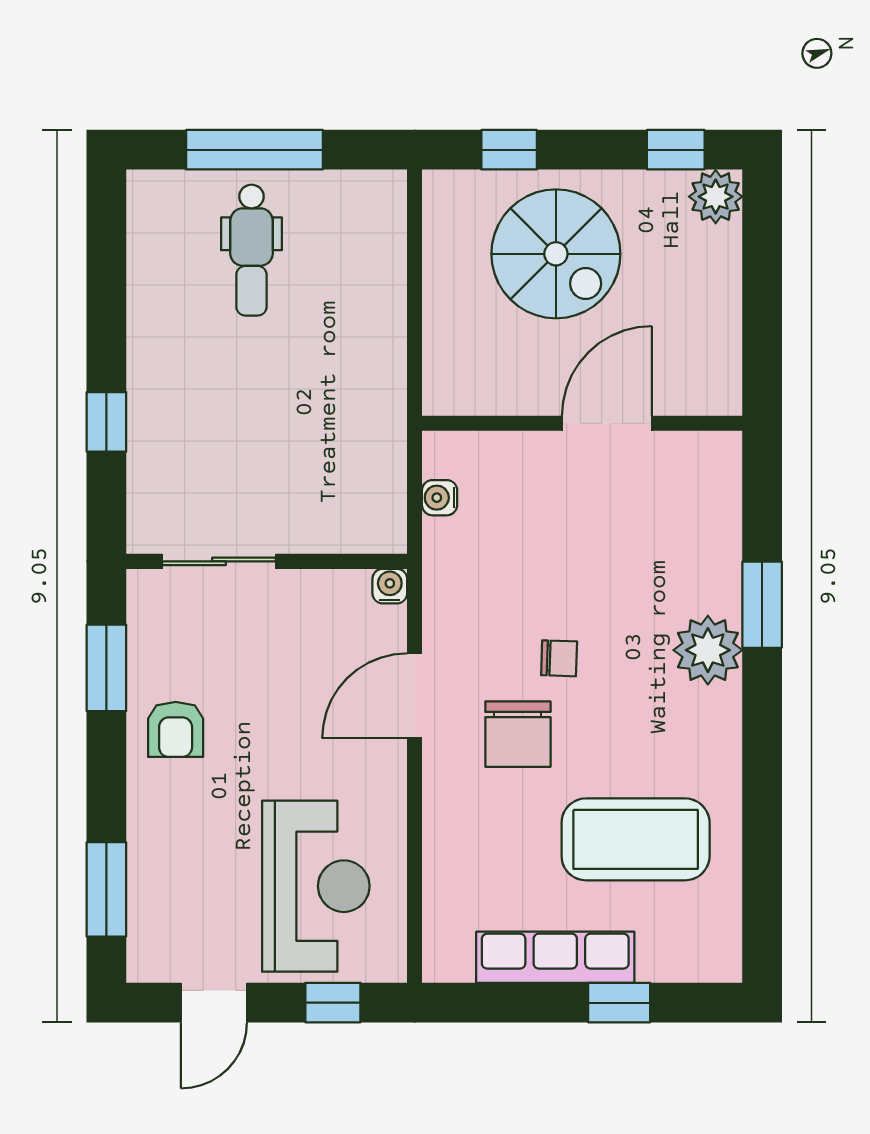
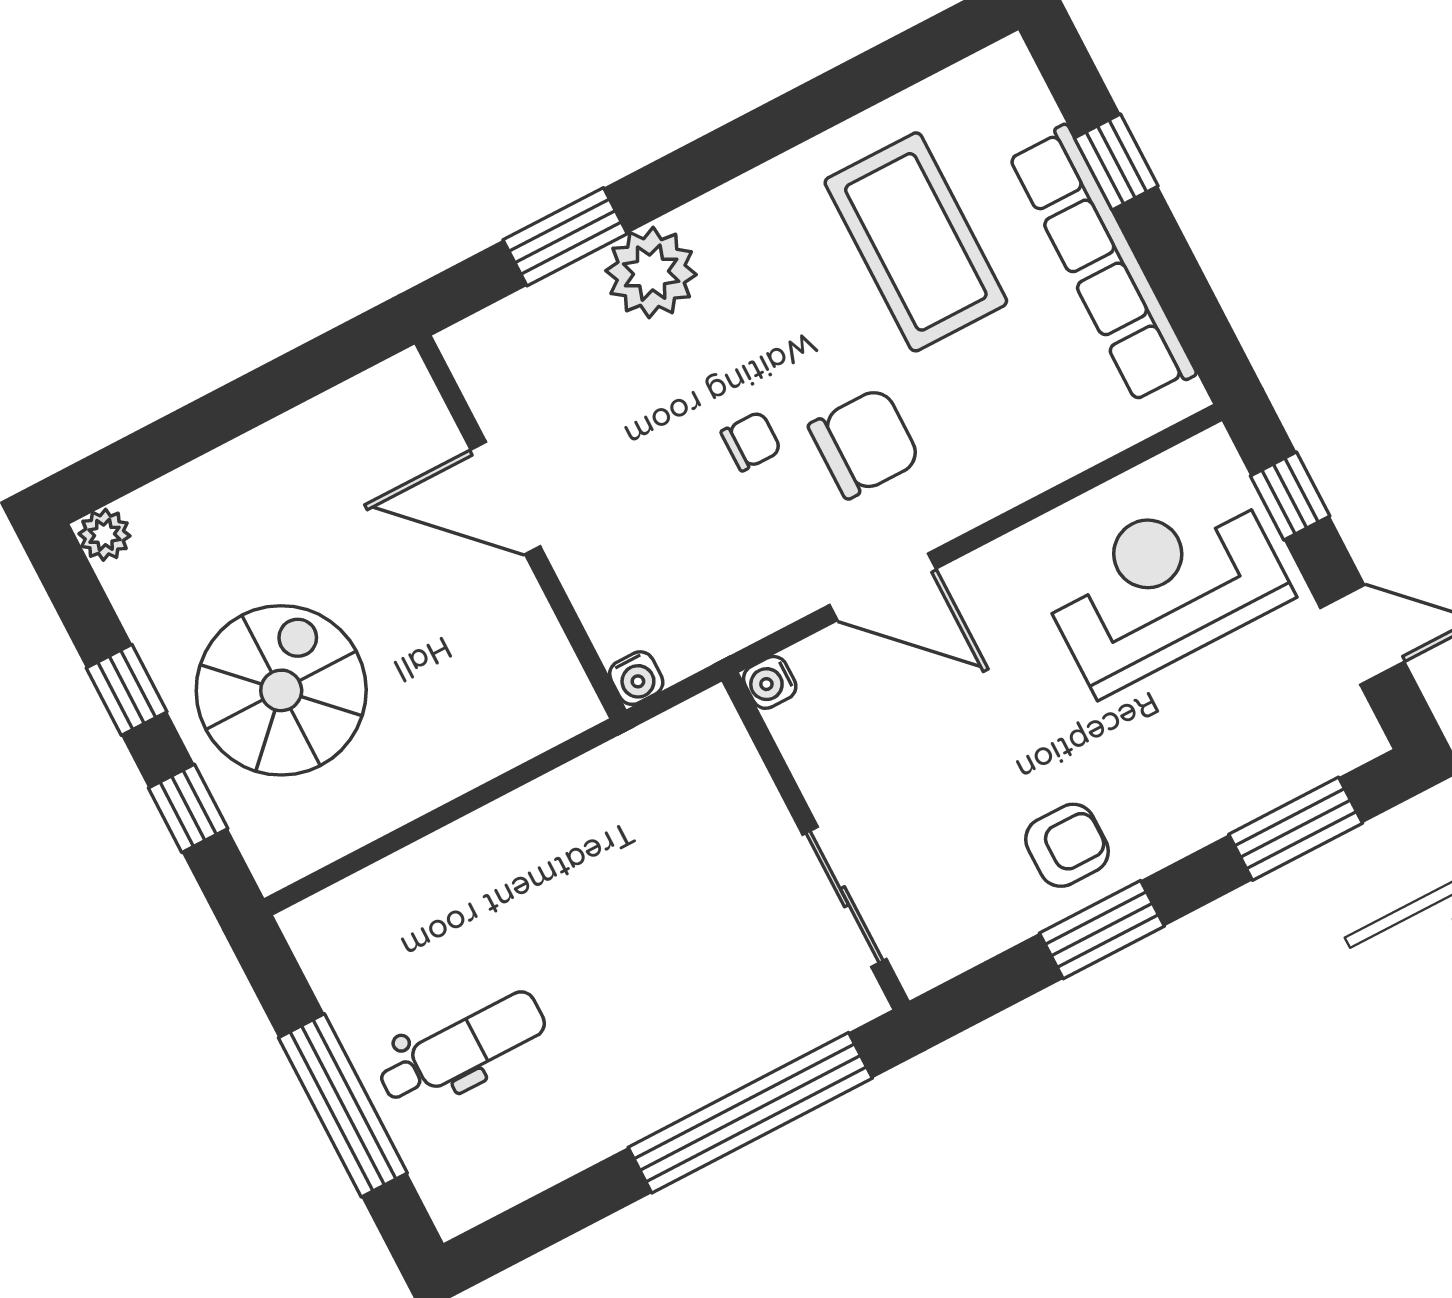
window: (676, 150) -> (127, 690), moved
plant: (716, 197) -> (104, 535), width x0.73, depth x0.73
window: (106, 422) -> (750, 1113), width x3.17
wall: (582, 423) -> (520, 527), moved
door: (607, 423) -> (505, 498), moved
chair: (559, 658) -> (751, 441), turned 88
window: (106, 668) -> (1102, 930), moved
row of seats: (555, 957) -> (1102, 264), width x1.36

